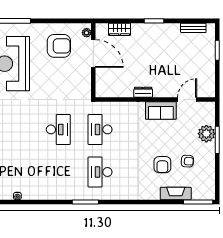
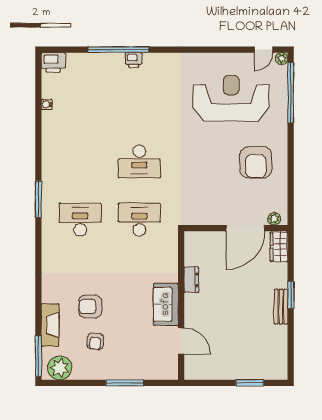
bench: (193, 28) -> (281, 307), moved
plant: (87, 33) -> (274, 219), moved
door: (93, 53) -> (245, 228), moved
wall: (93, 60) -> (236, 228), moved
plant: (206, 134) -> (60, 368), moved

